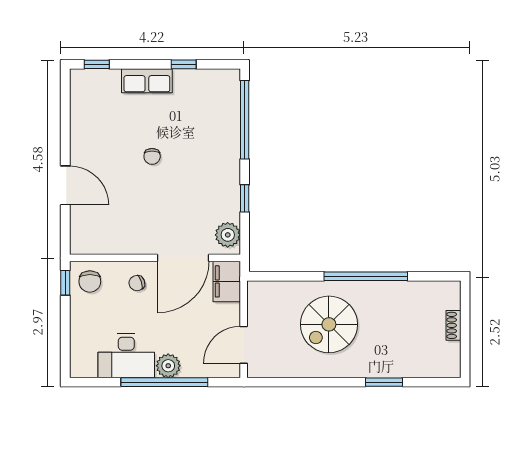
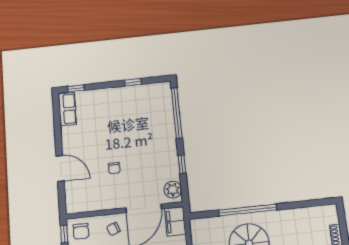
row of seats: (147, 81) -> (67, 109), moved, turned -90
chair: (152, 156) -> (114, 168), moved
window: (366, 276) -> (248, 210), moved

